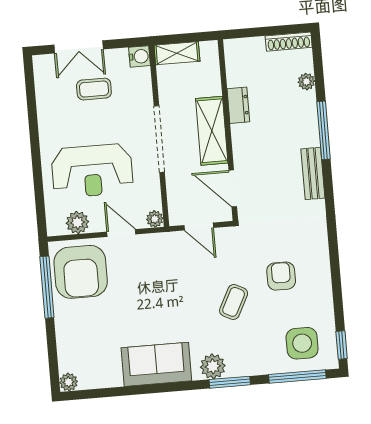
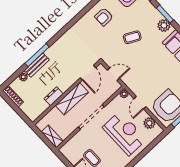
water cooler: (140, 56) -> (65, 150), removed
bench: (313, 173) -> (37, 65), moved
door: (199, 226) -> (113, 74), hinge flipped
armchair: (281, 276) -> (104, 17), moved

